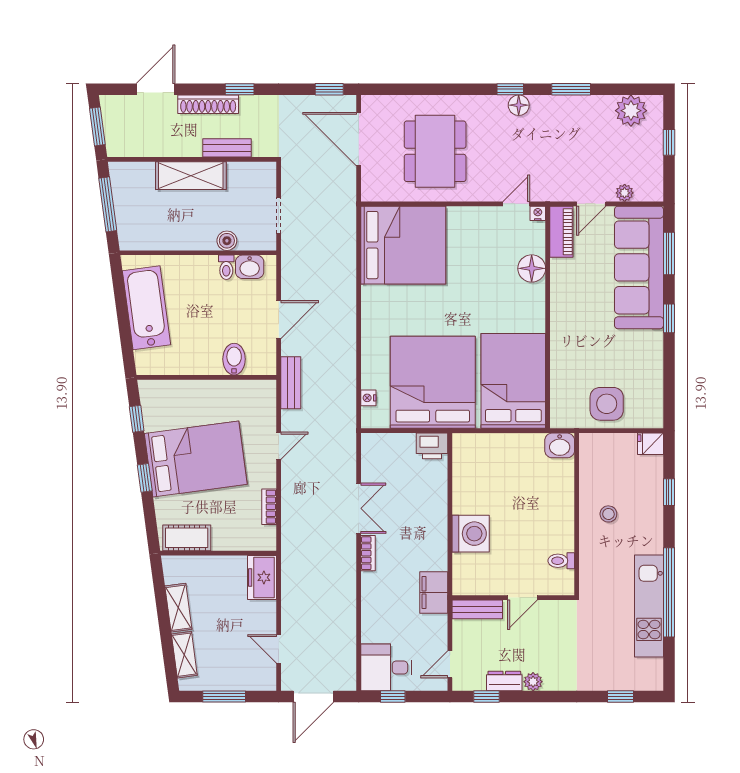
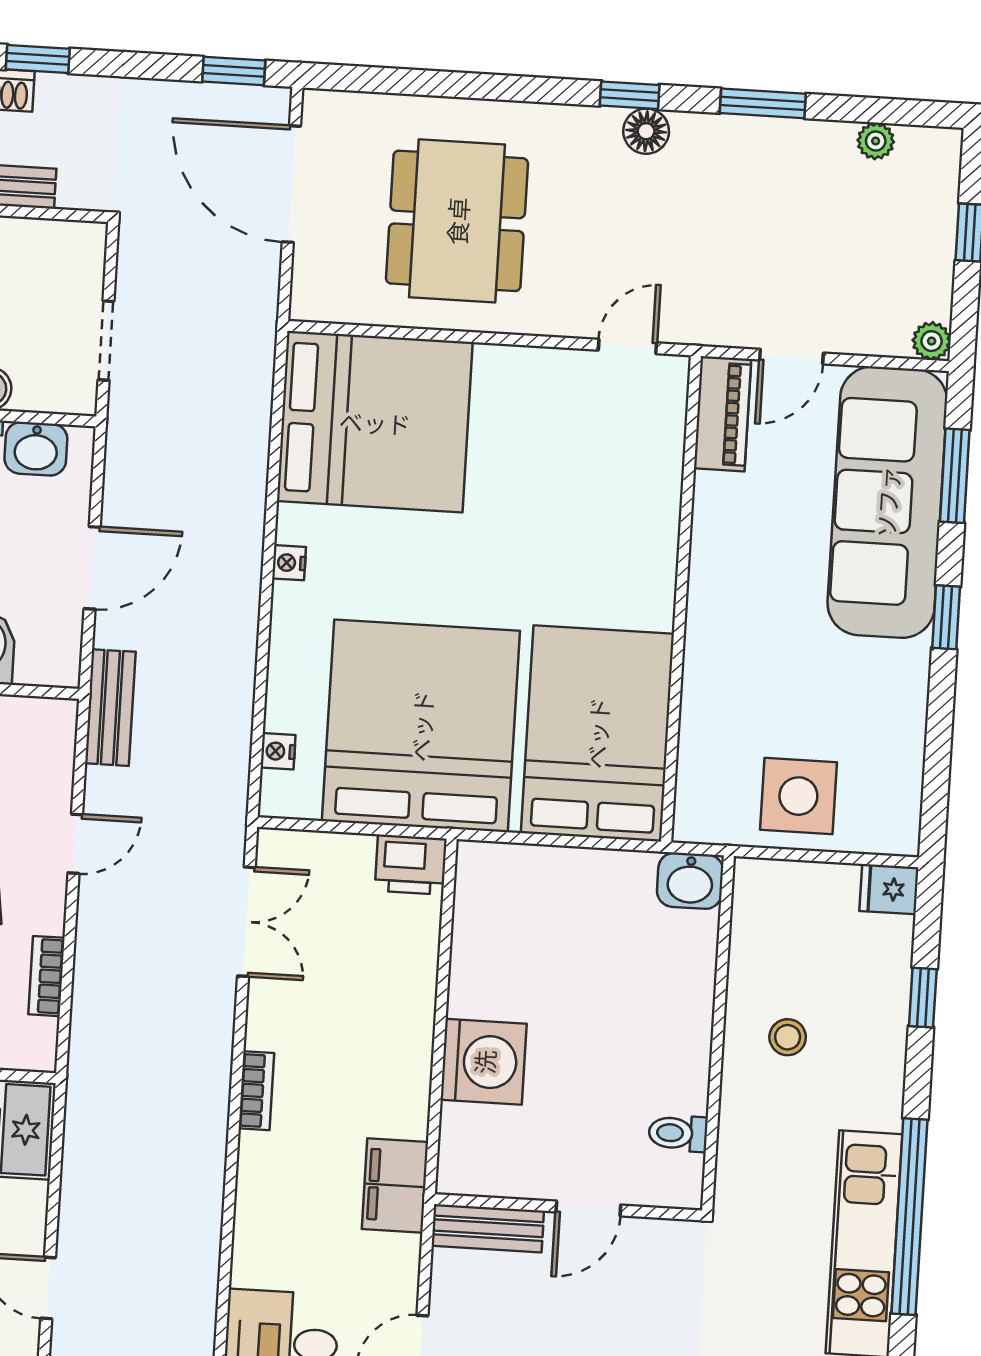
plant: (631, 111) -> (876, 141), width x0.53, depth x0.53
plant: (625, 193) -> (932, 341), moved
nightstand: (538, 213) -> (289, 563), moved, turned -90
floor lamp: (532, 268) -> (653, 490), removed
double door: (359, 508) -> (246, 922), moved

